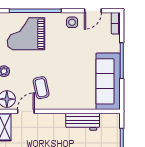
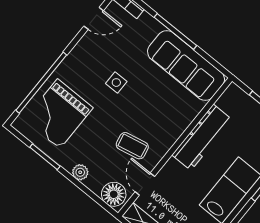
door: (93, 11) -> (94, 18), hinge flipped
side table: (72, 22) -> (116, 83), moved
workbench: (83, 122) -> (202, 137), width x1.38

